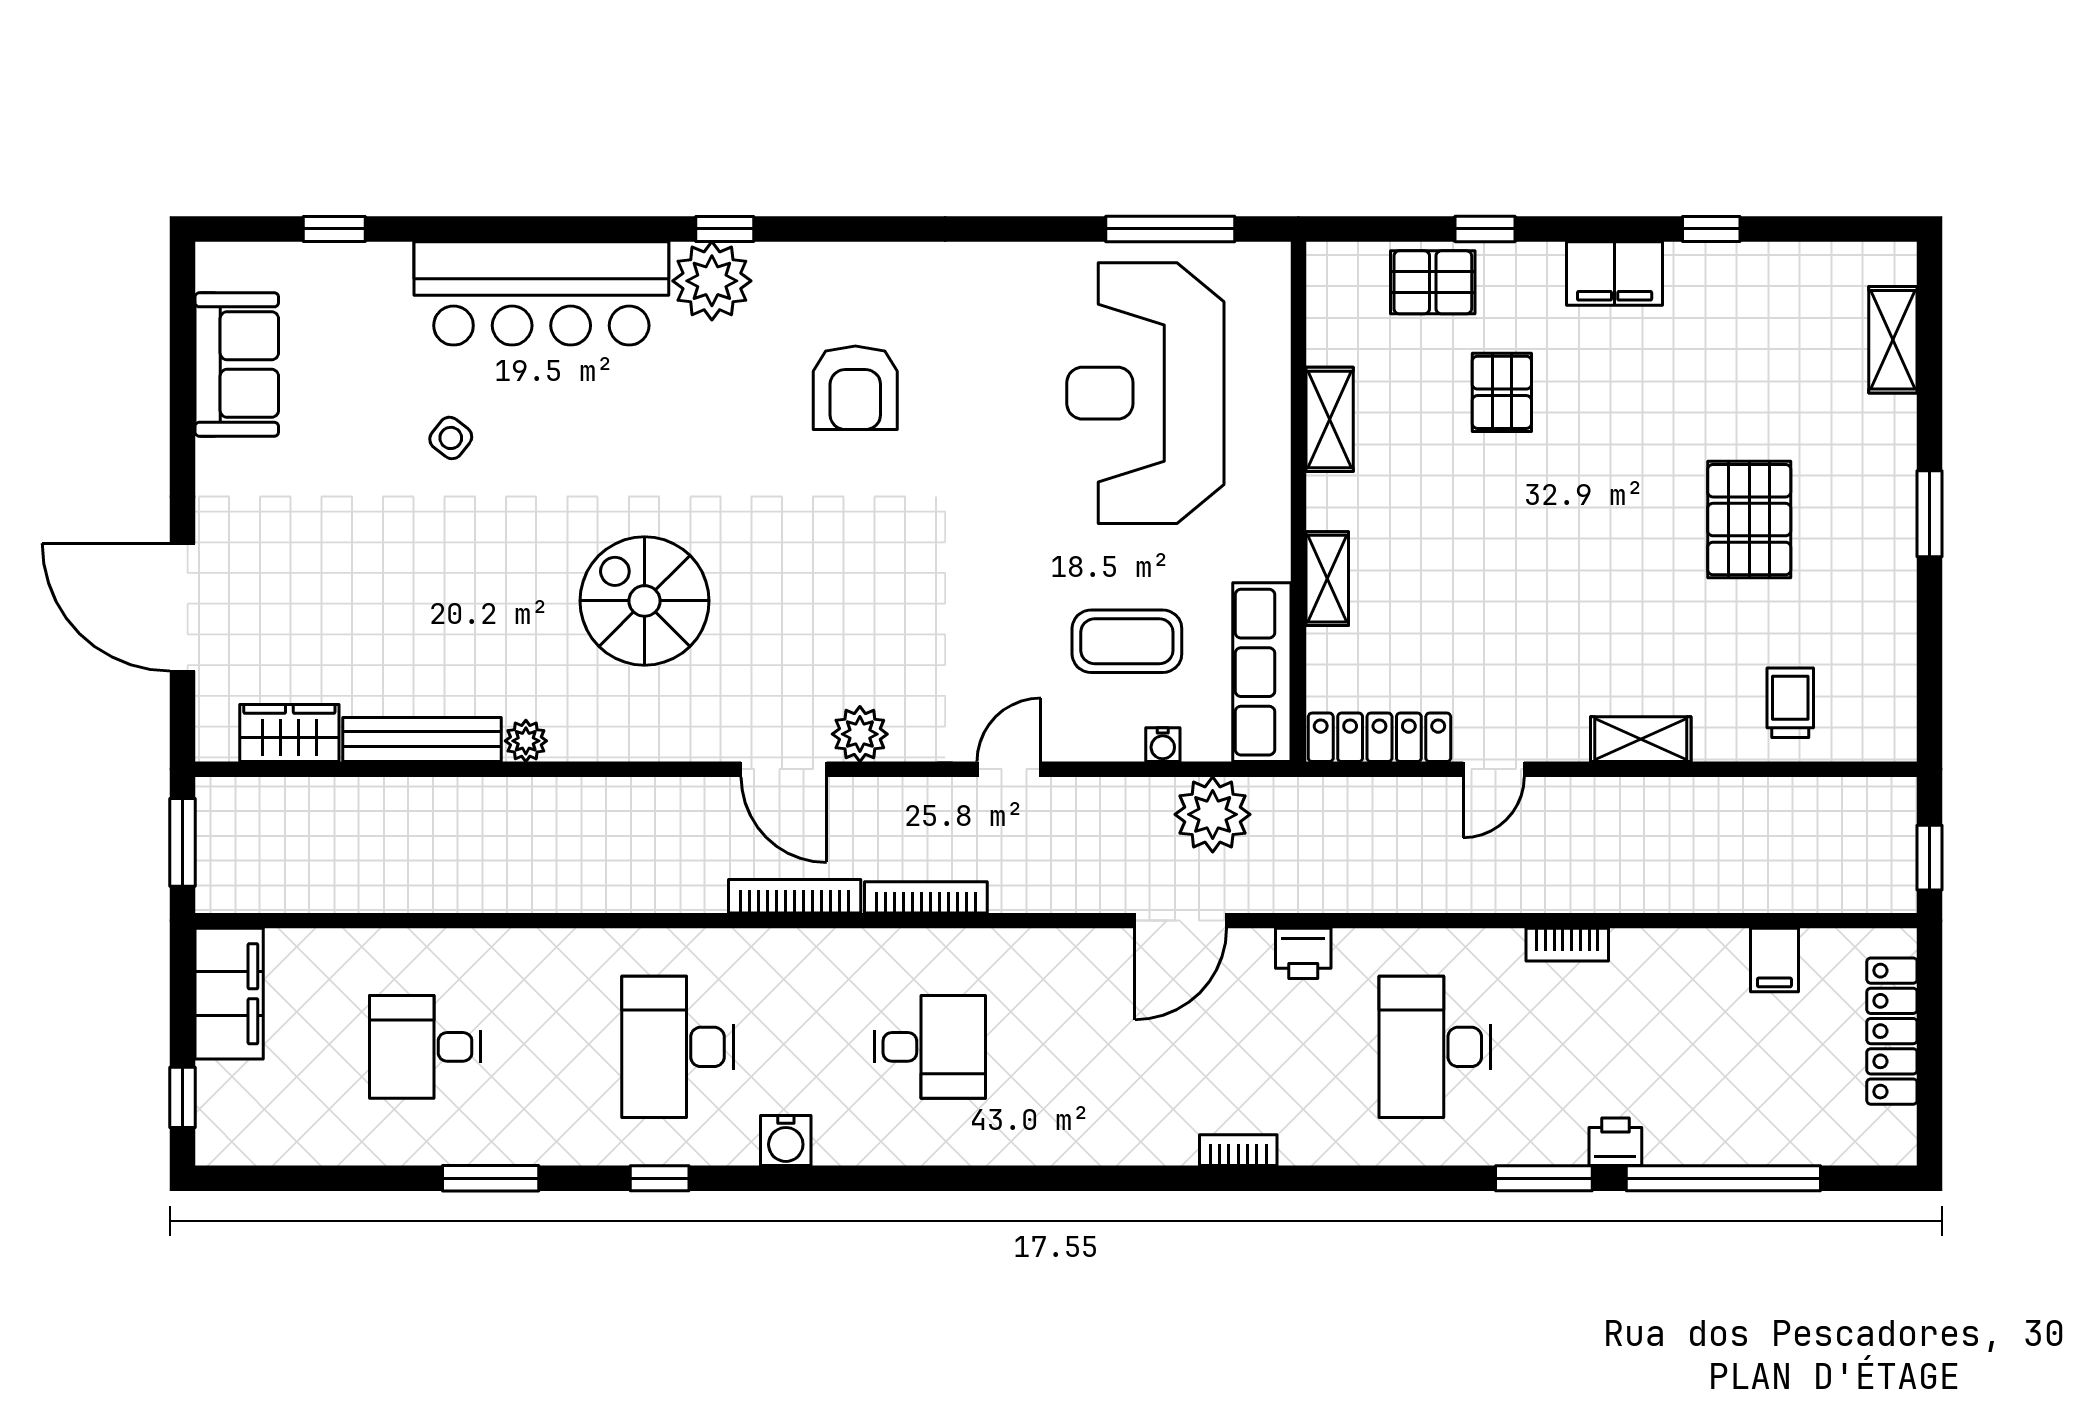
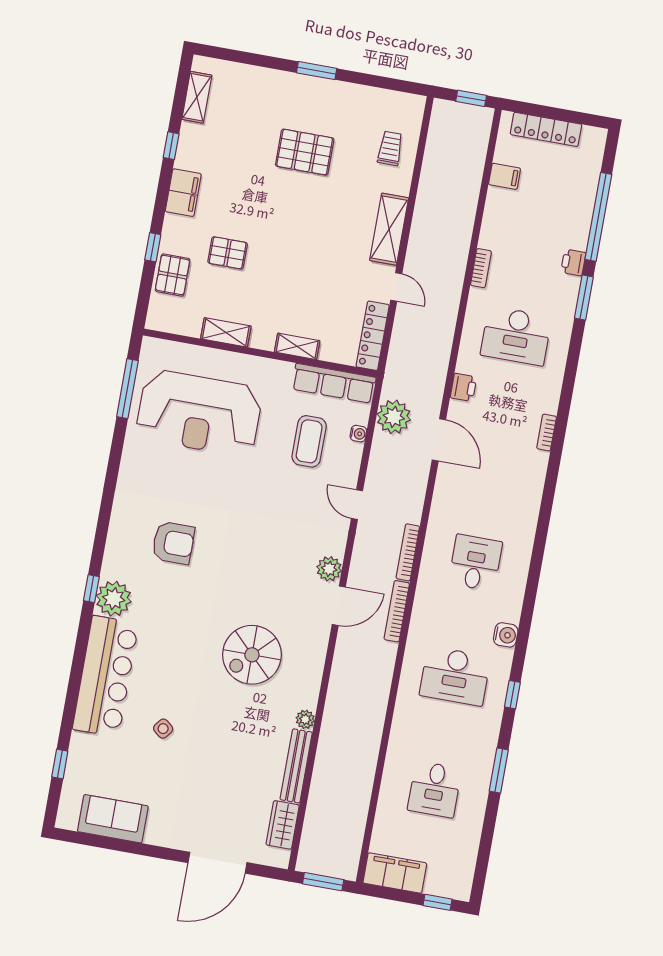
shelving: (1893, 340) -> (197, 97), moved, turned 90
trolley: (1790, 703) -> (390, 148), turned 90
shelving: (1641, 739) -> (389, 229), width x1.50, depth x1.33

